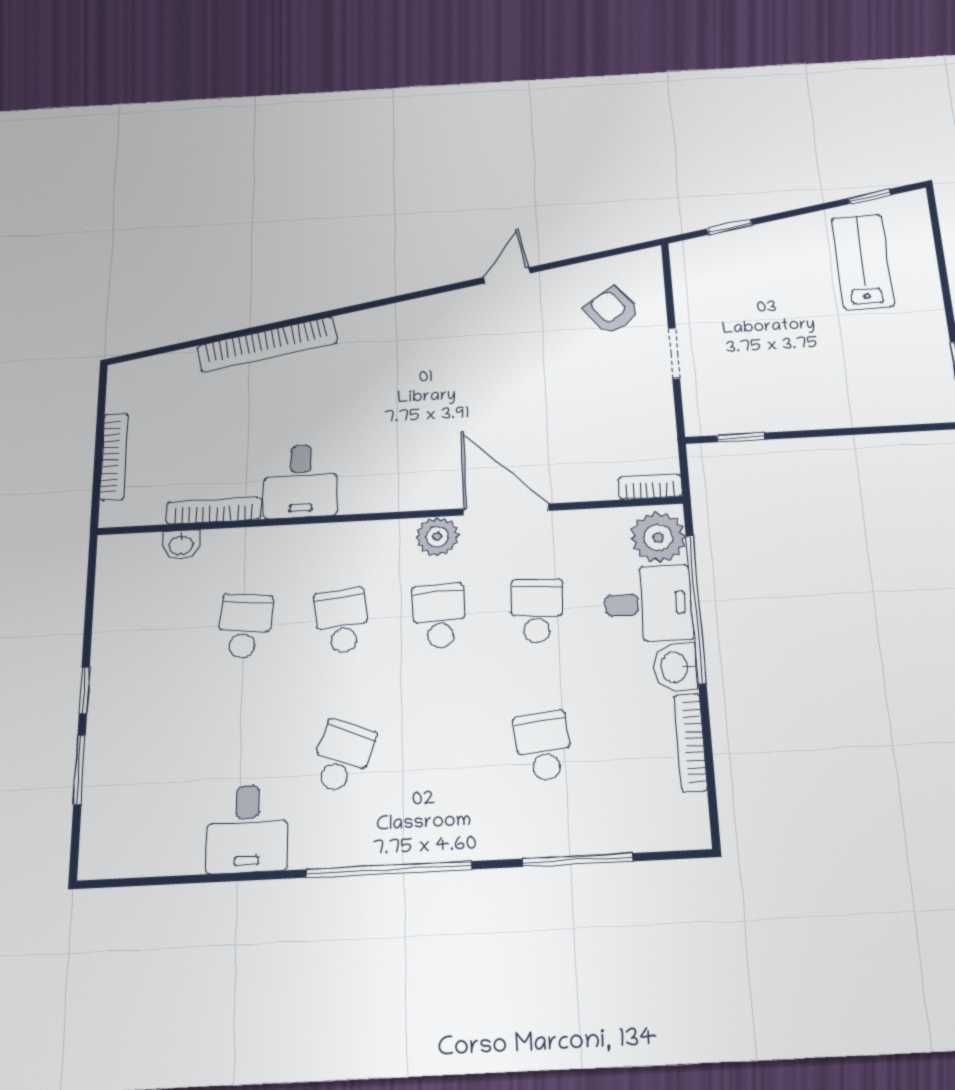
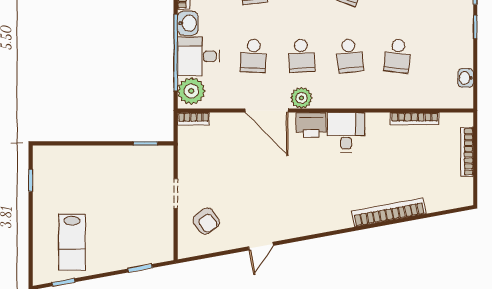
desk: (301, 481) -> (346, 132), moved
printer: (417, 489) -> (311, 125), added
washbasin: (181, 545) -> (466, 78), moved, turned -90

